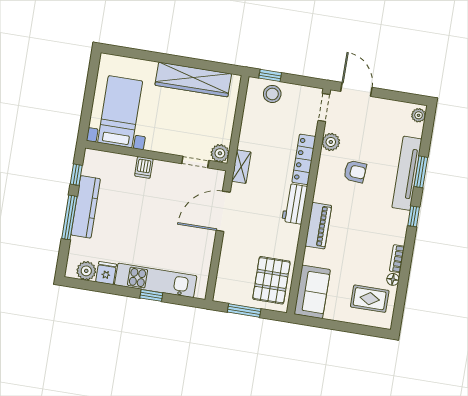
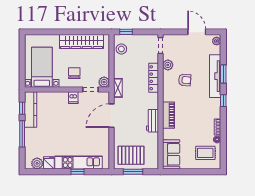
door: (356, 89) -> (197, 32), moved
stool: (272, 94) -> (121, 49), moved
chair: (173, 130) -> (74, 73), added
dishwasher: (144, 167) -> (73, 98), moved
workbench: (295, 204) -> (153, 121), moved
kitchen counter: (86, 207) -> (31, 109), moved
pallet: (271, 280) -> (131, 155), moved, turned 90

